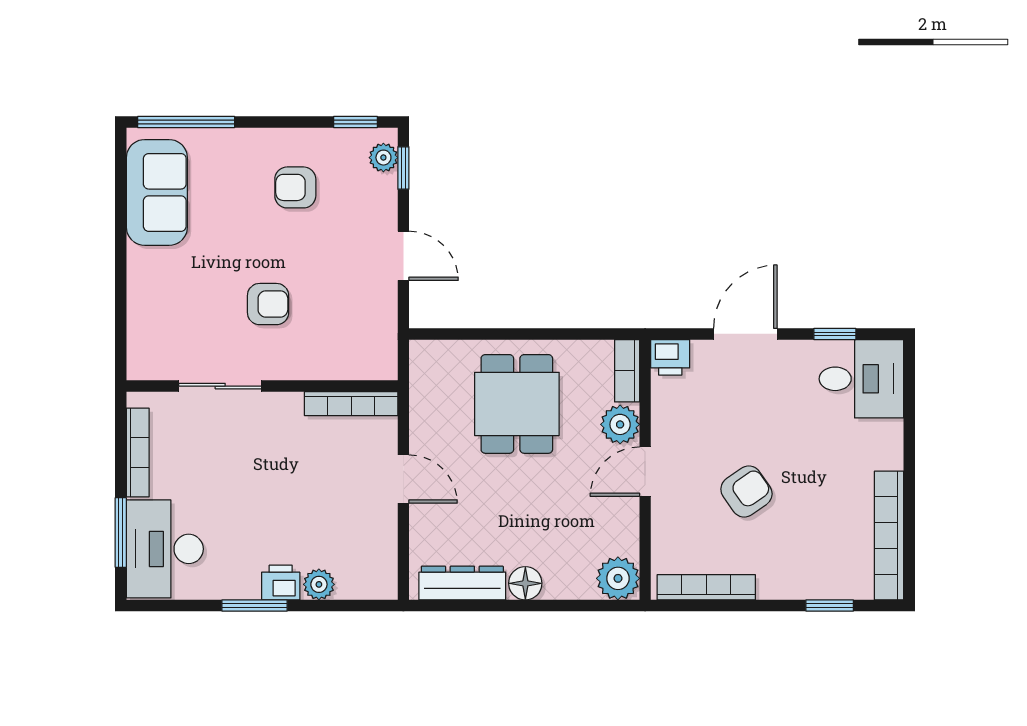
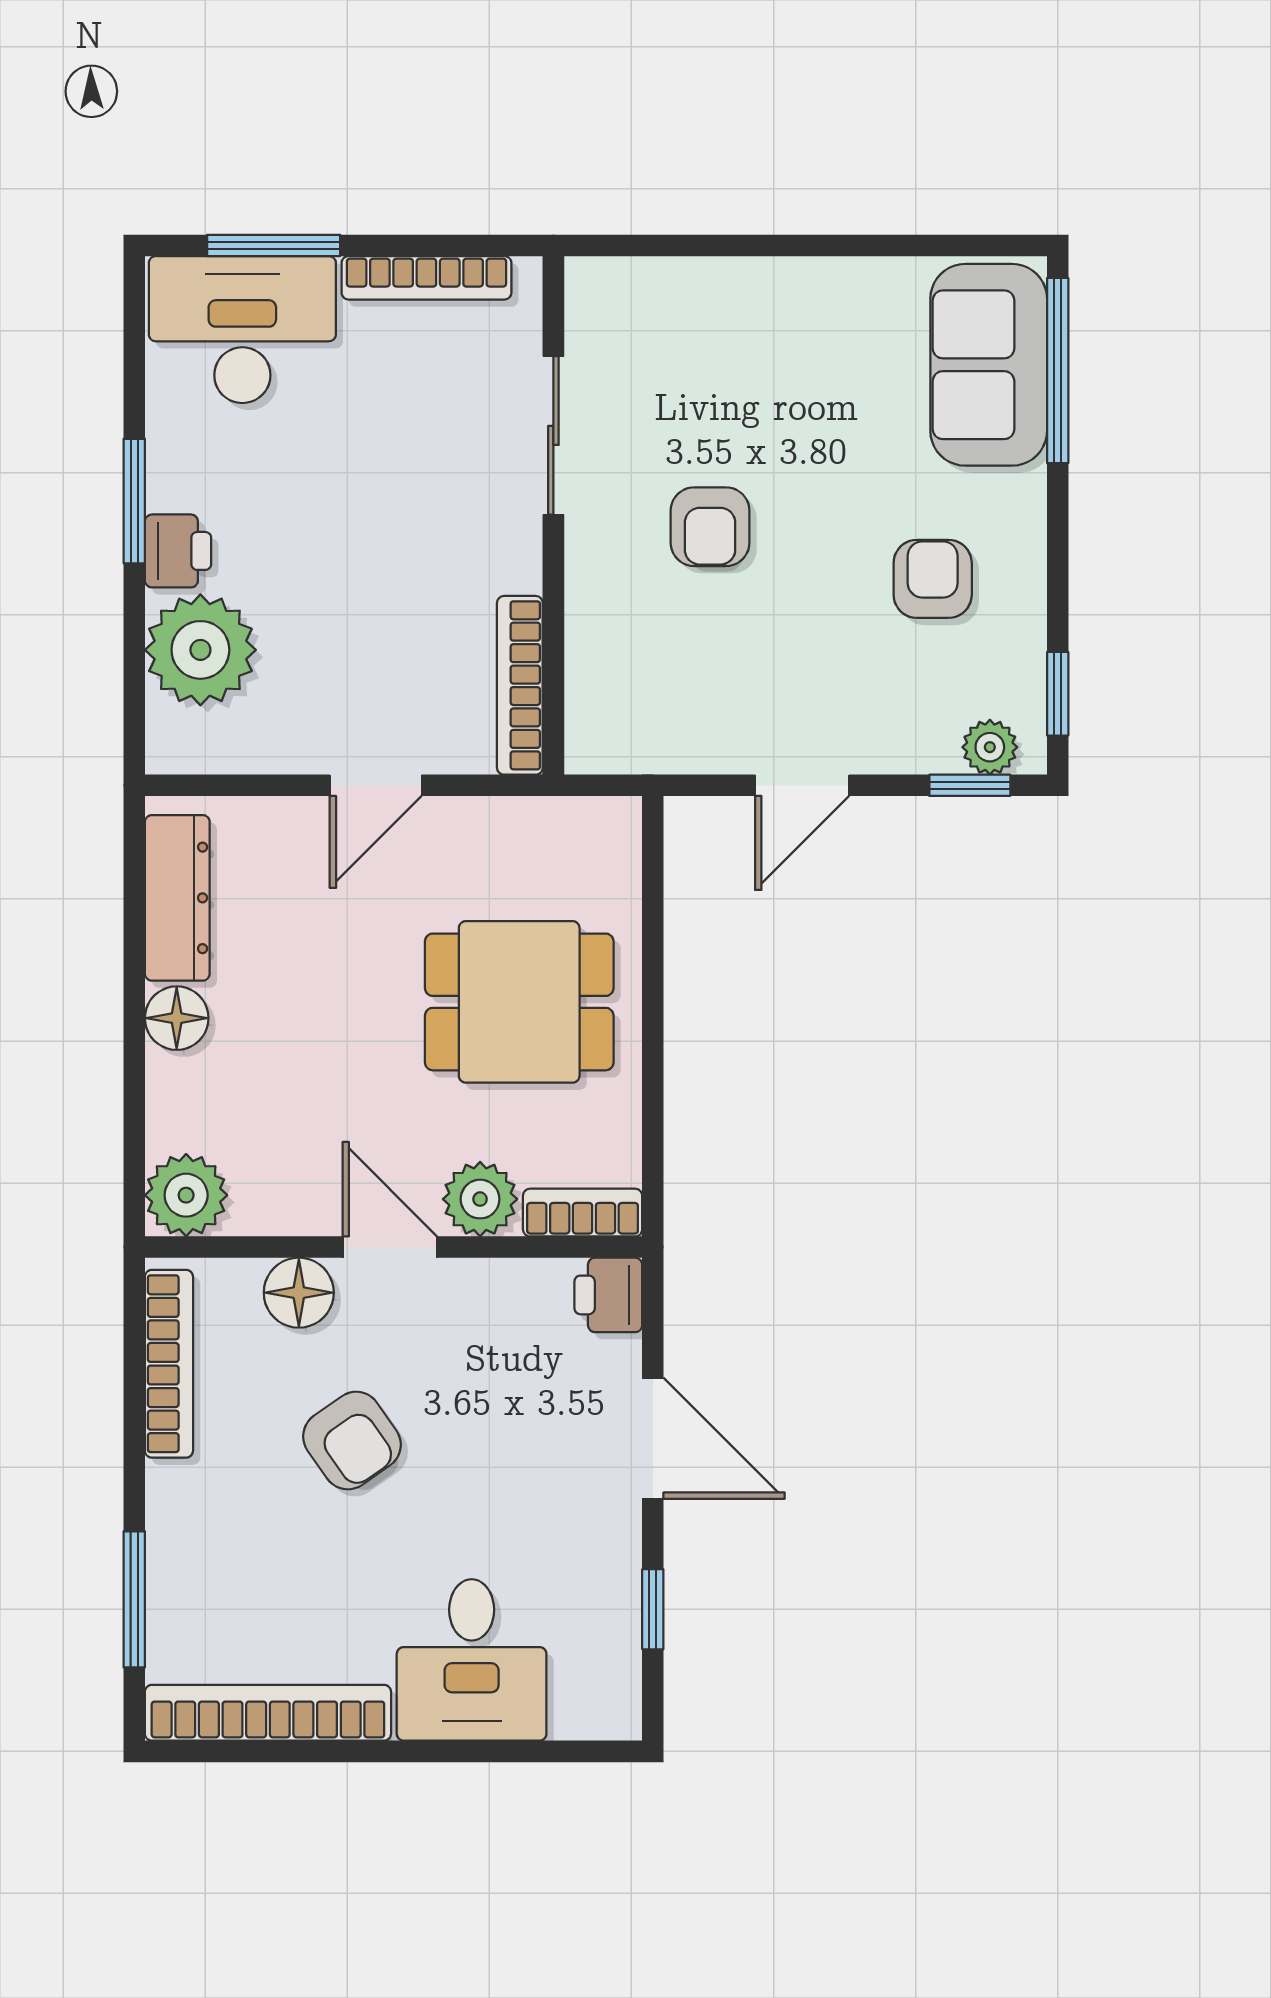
sofa: (157, 192) -> (989, 365), moved, turned 90
desk: (861, 379) -> (472, 1660), moved
floor lamp: (669, 519) -> (299, 1293), added
plant: (319, 584) -> (200, 650), width x1.88, depth x1.88
window: (830, 605) -> (134, 1599), width x1.50

